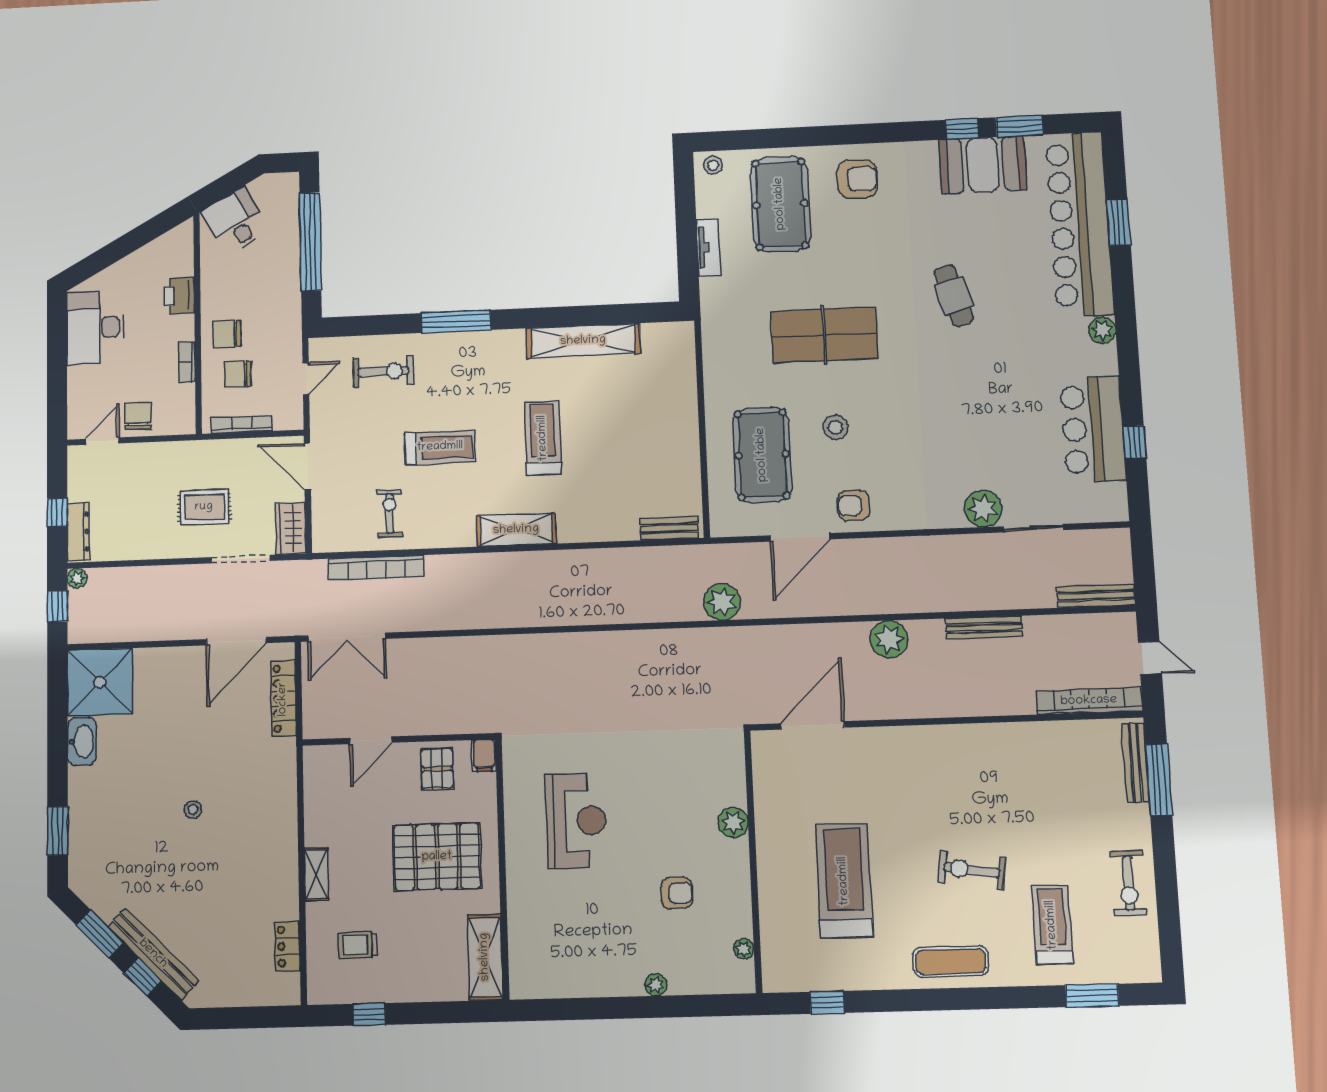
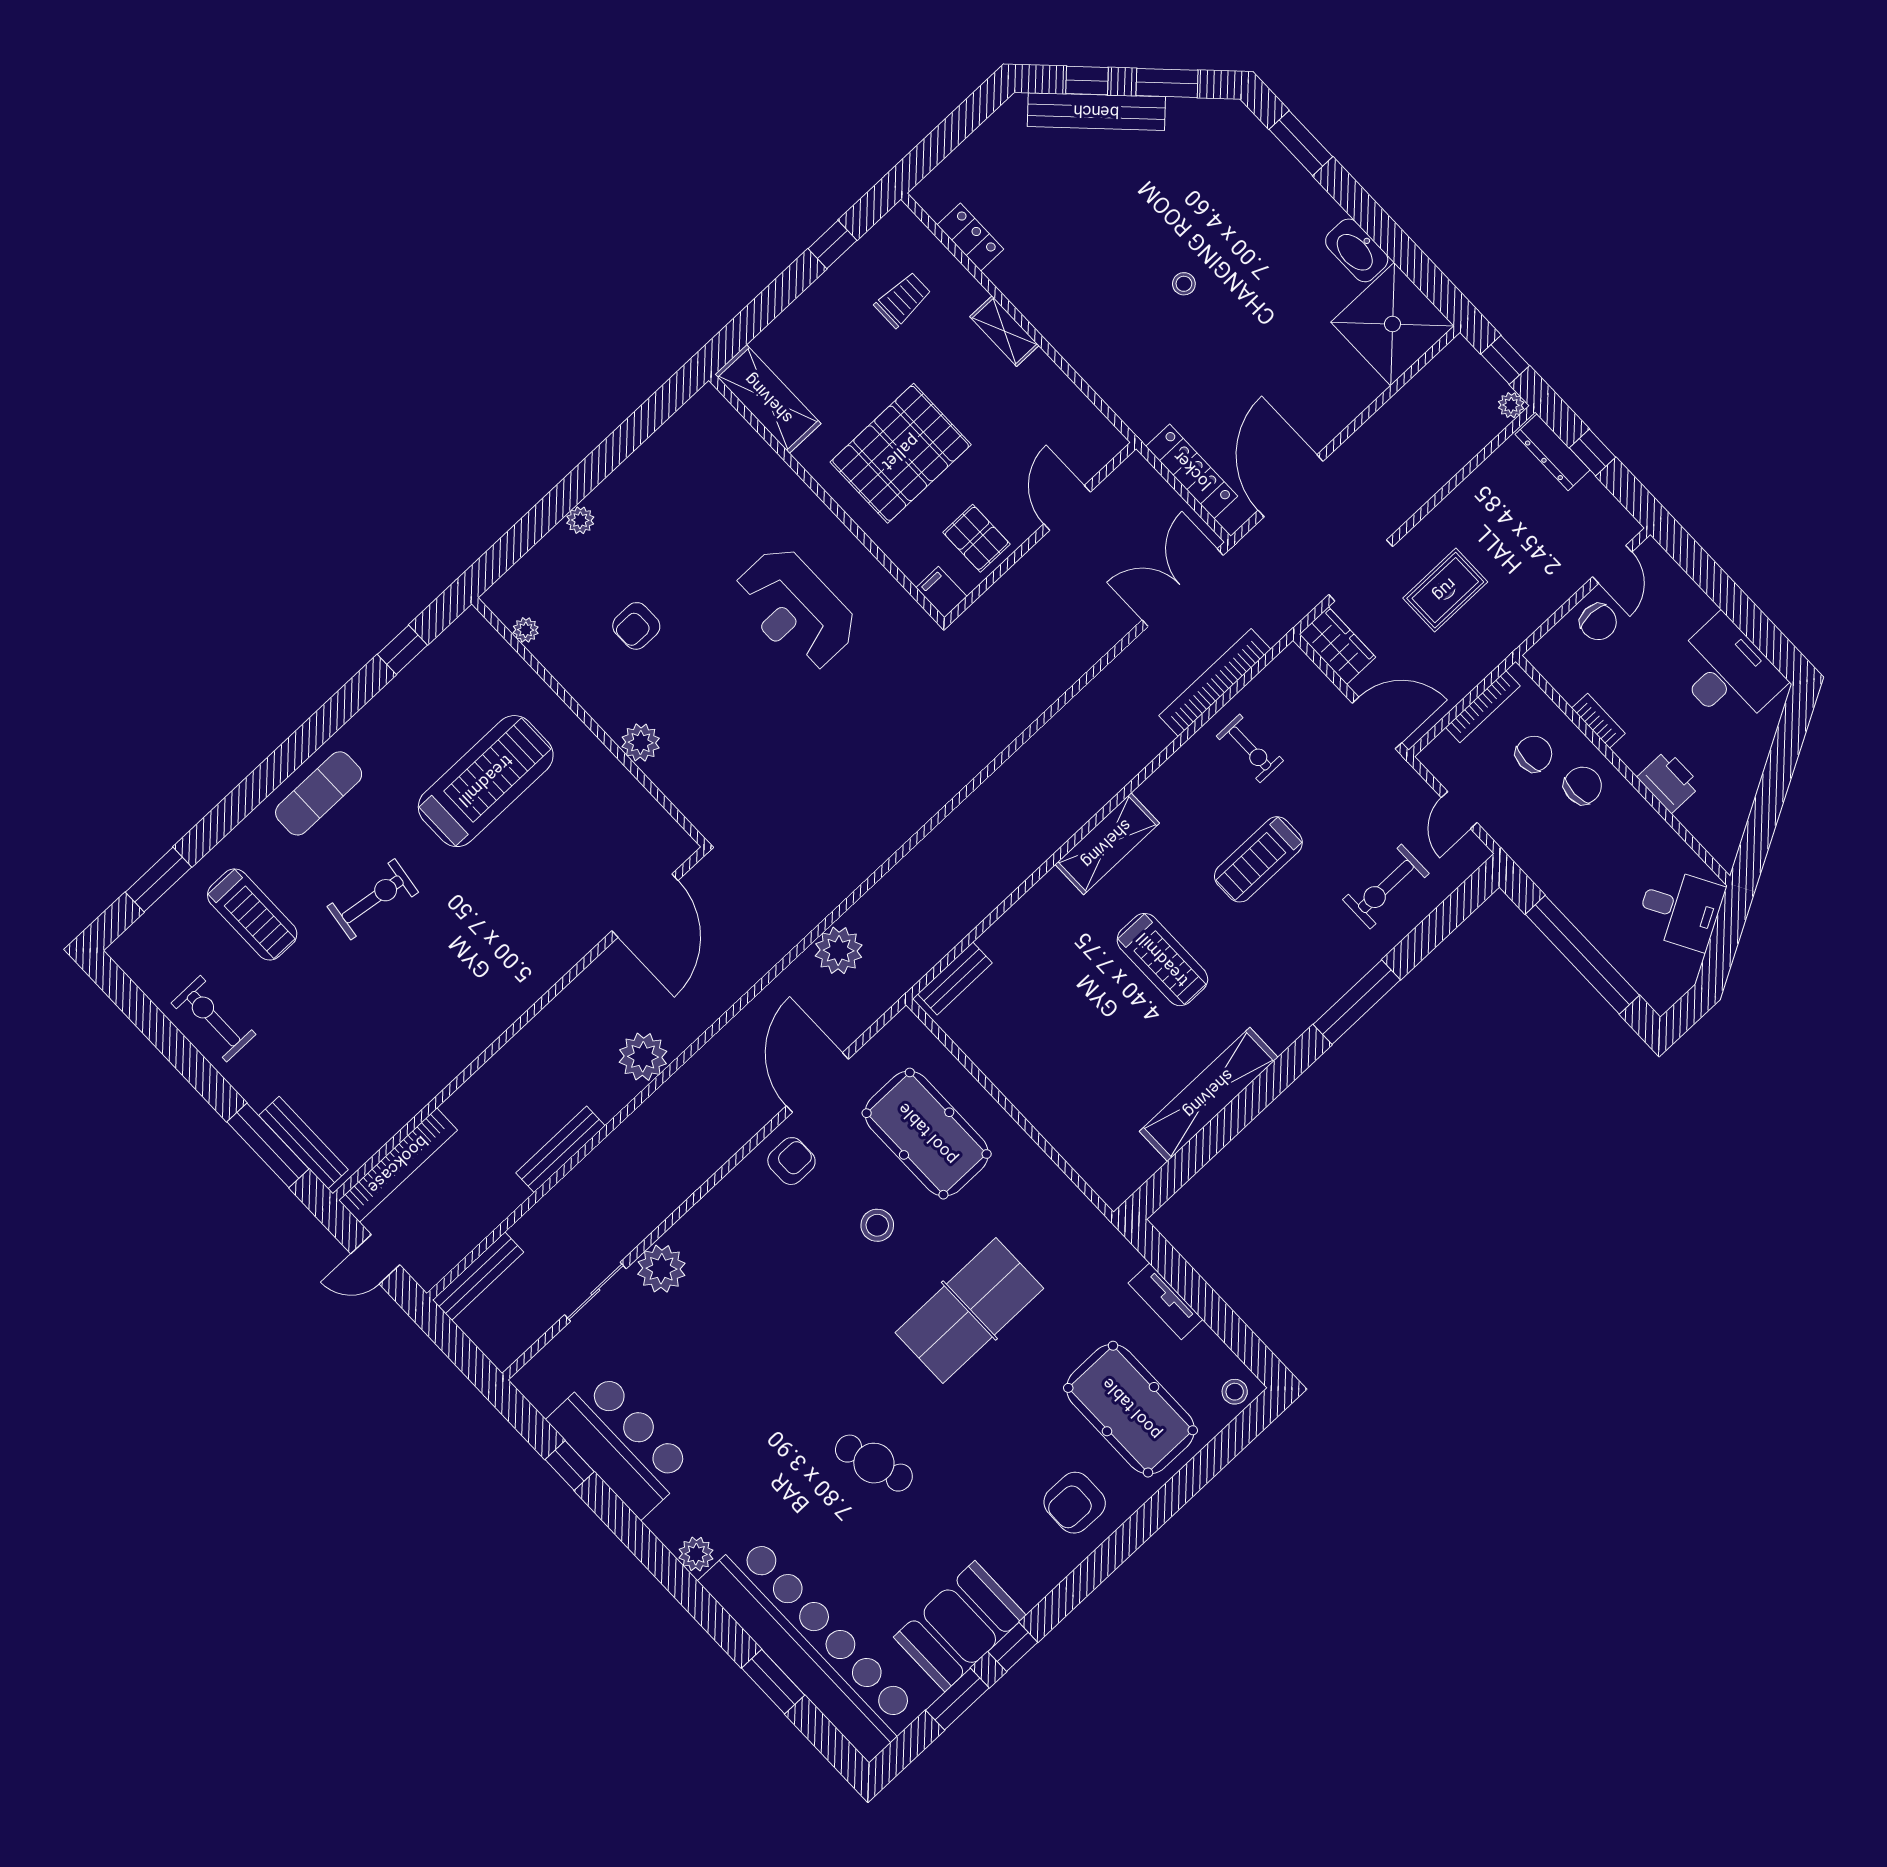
treadmill: (844, 881) -> (486, 781), turned -90

